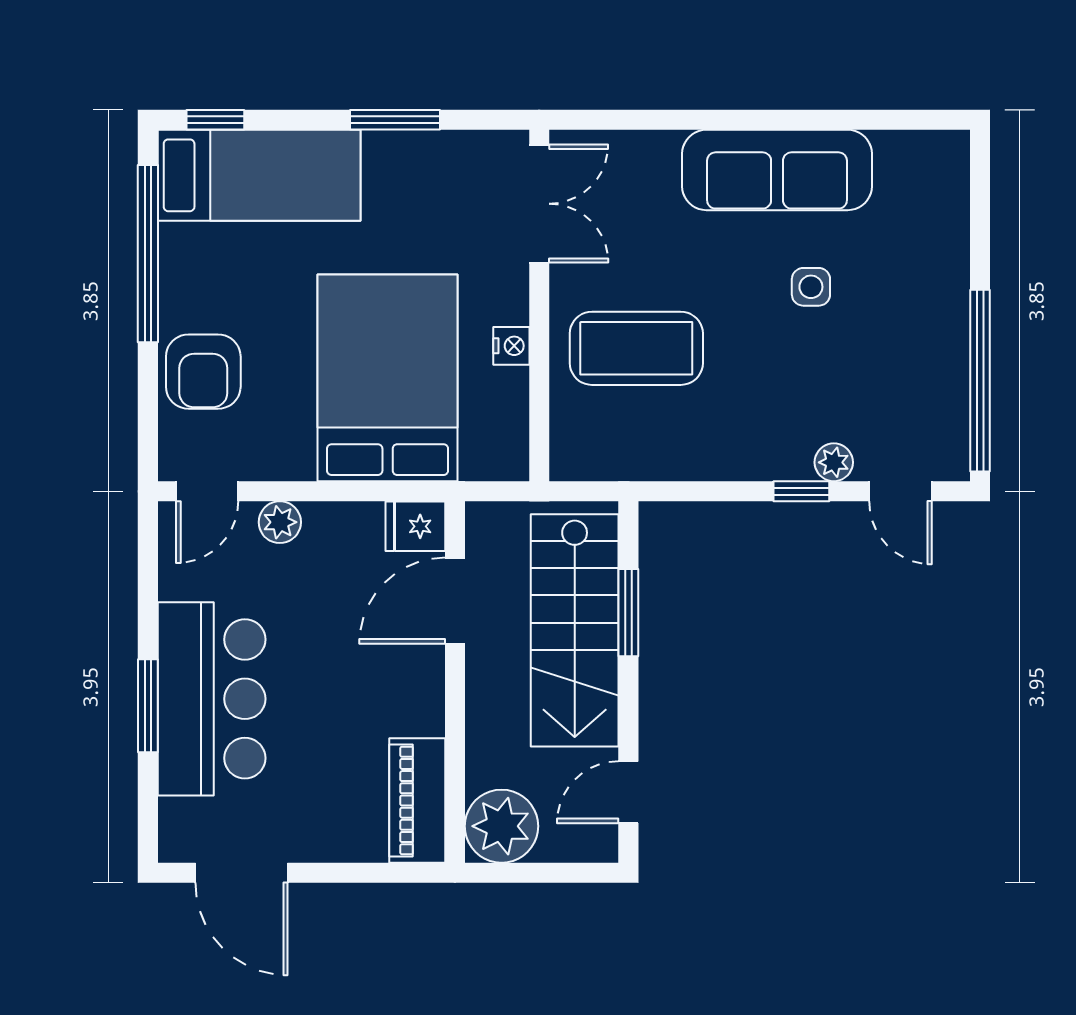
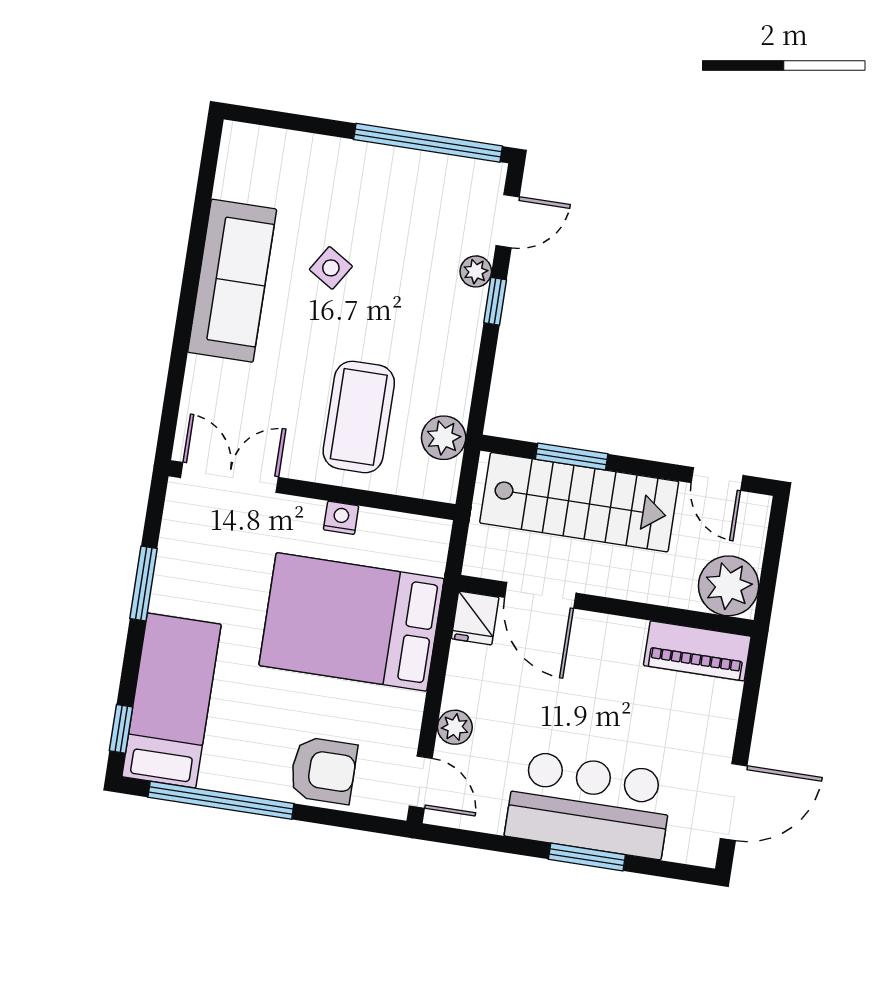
side table: (811, 287) -> (331, 268), turned 32
plant: (627, 455) -> (444, 438), added

